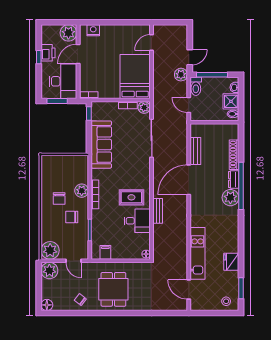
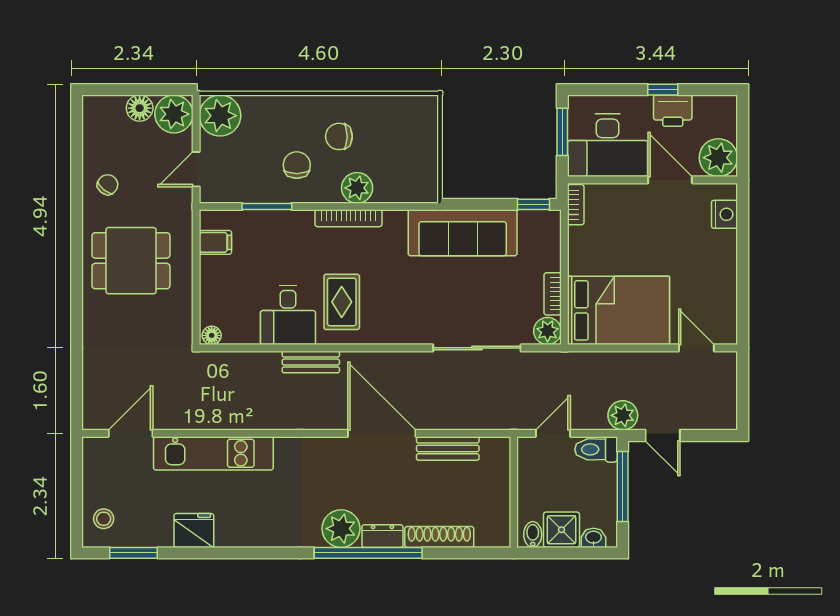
floor lamp: (47, 305) -> (140, 108), moved

